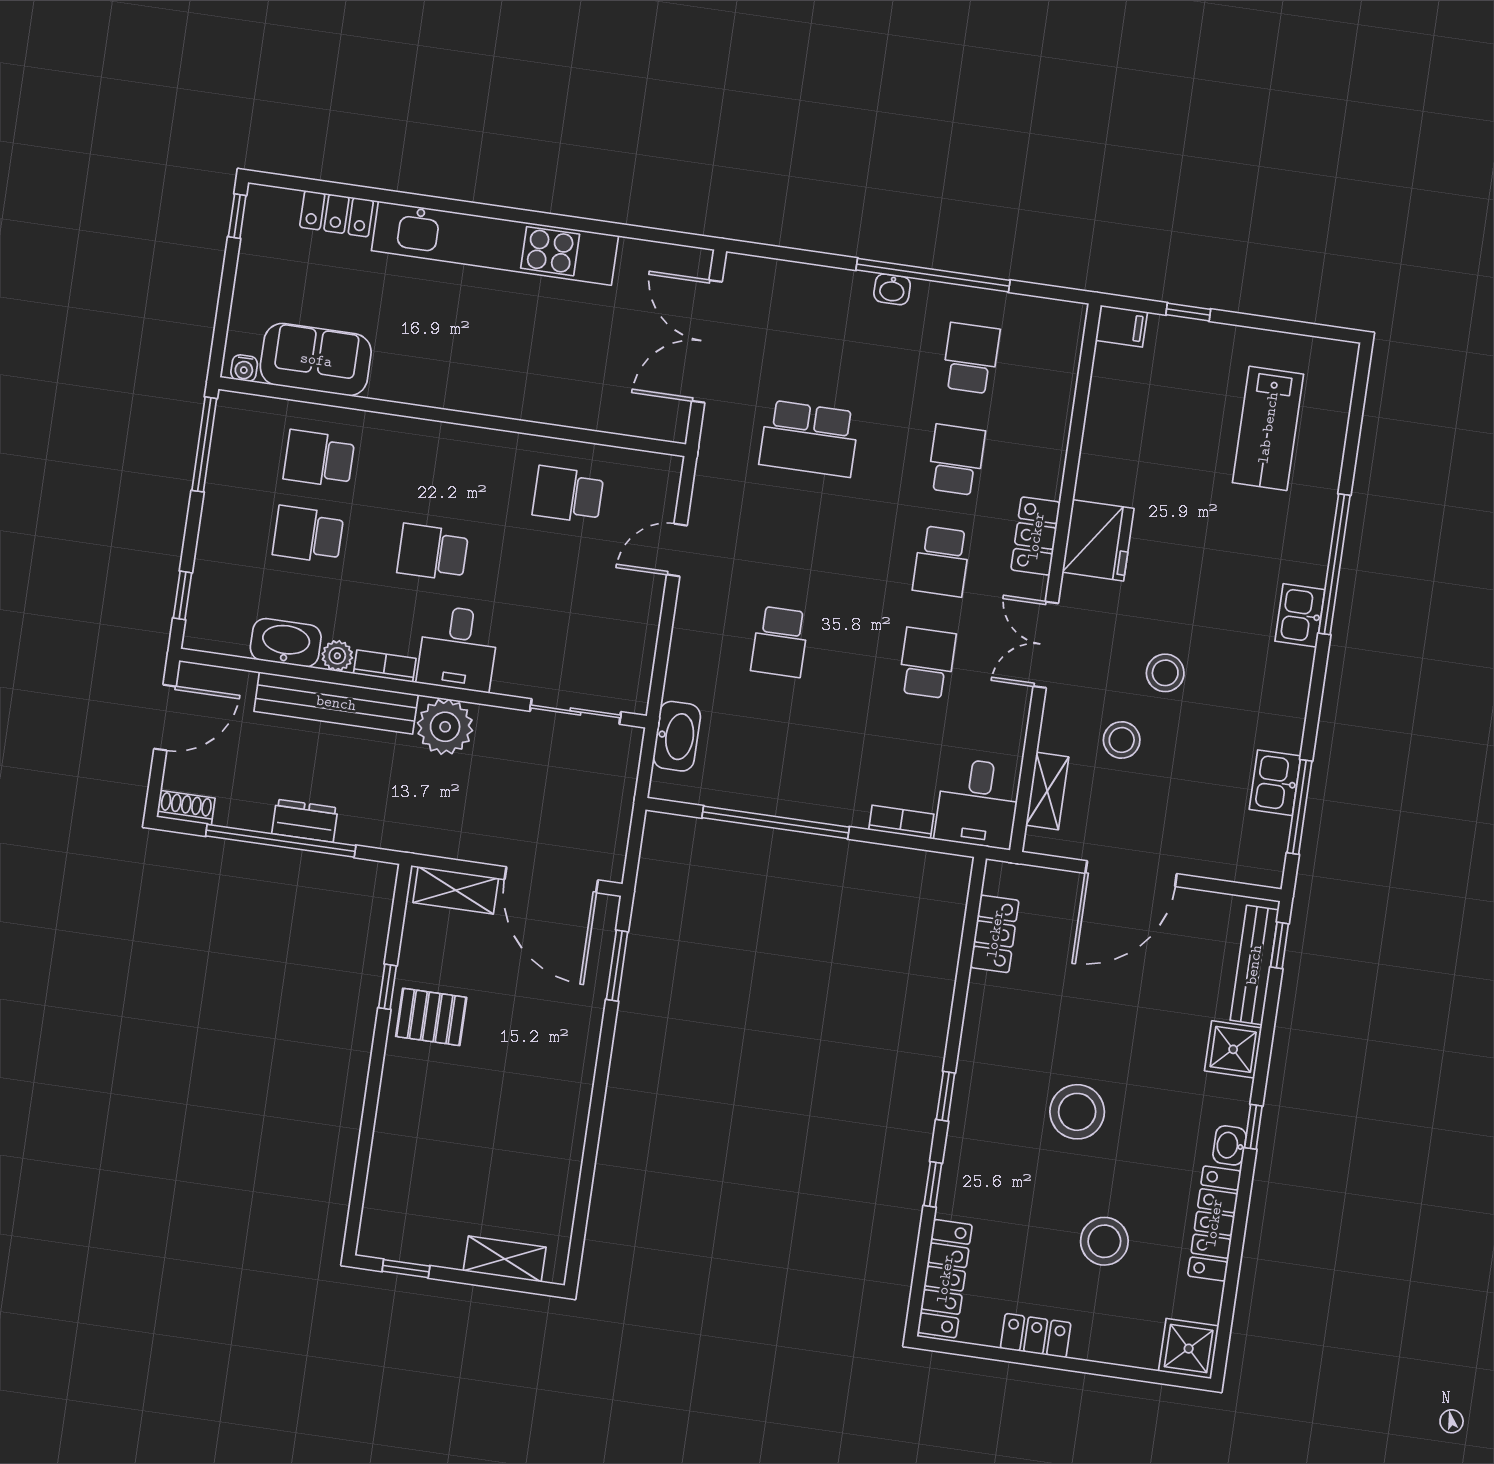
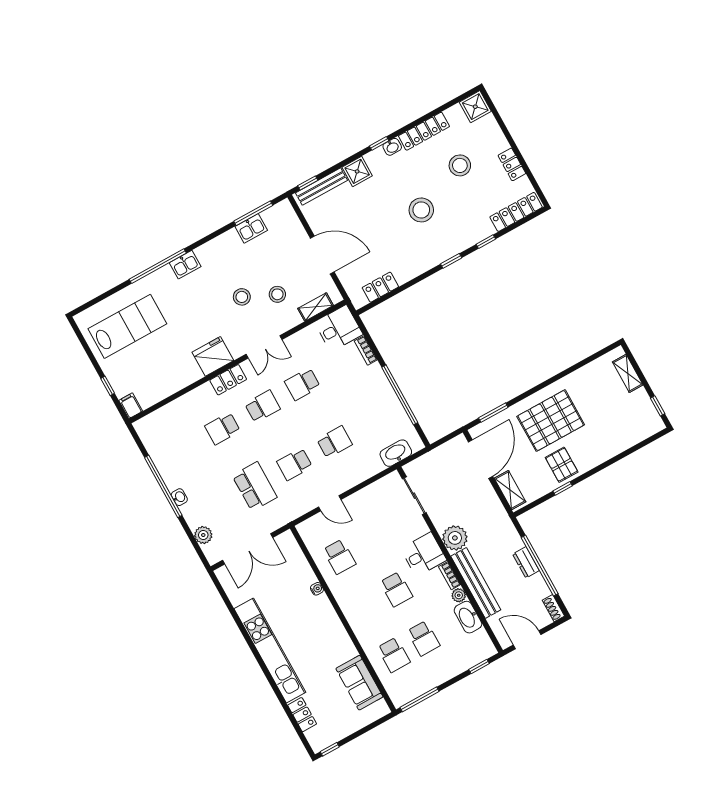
plant: (792, 281) -> (203, 535), added
school desk: (971, 358) -> (295, 464), moved
water cooler: (244, 368) -> (317, 589), moved
lab bench: (1268, 428) -> (127, 326), width x1.36, depth x1.39
pallet: (525, 1057) -> (551, 421), added

